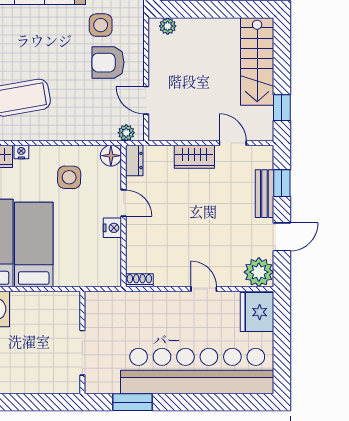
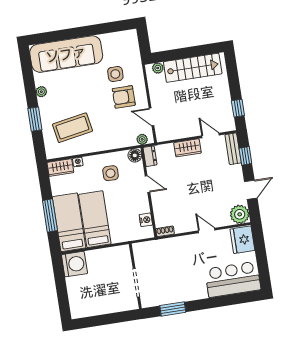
stairs: (257, 62) -> (193, 68), moved, turned -90
bench: (264, 194) -> (233, 149), moved
nightstand: (112, 228) -> (146, 220), moved
bar counter: (197, 371) -> (233, 279), width x0.54

